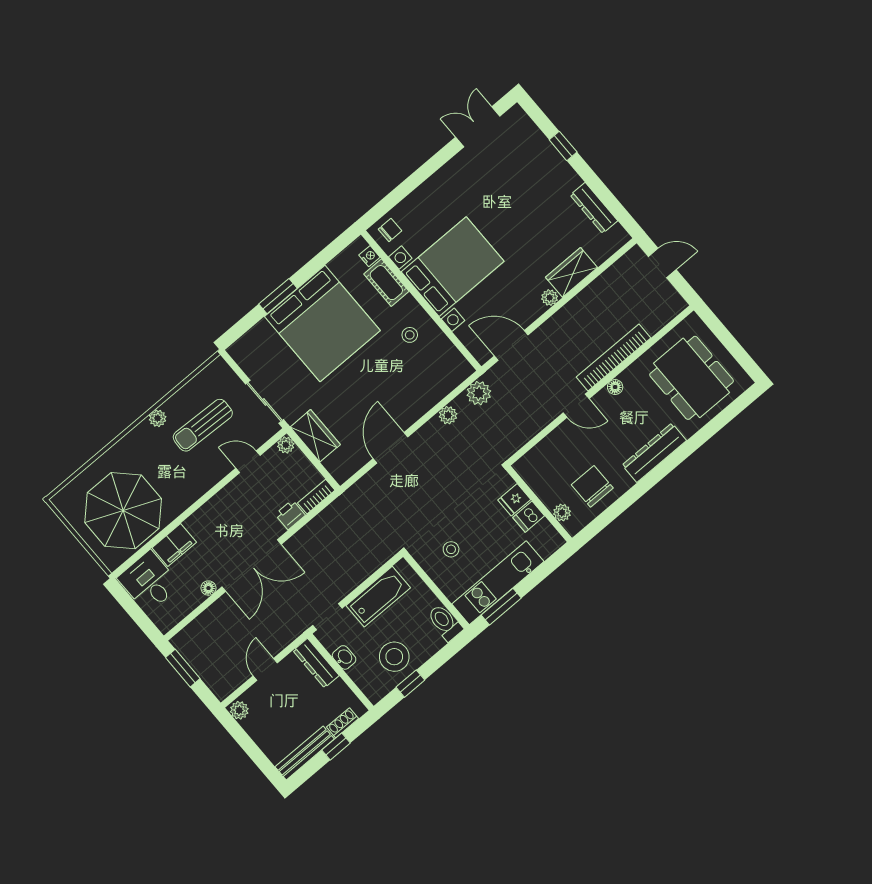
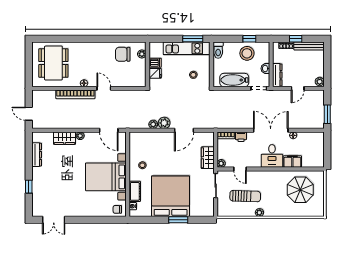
plant: (479, 393) -> (164, 123), moved
dresser: (654, 453) -> (90, 47), removed
chair: (592, 486) -> (123, 54), turned 90
parasol: (123, 511) -> (300, 190), width x0.73, depth x0.73
desk: (149, 582) -> (272, 156), moved

